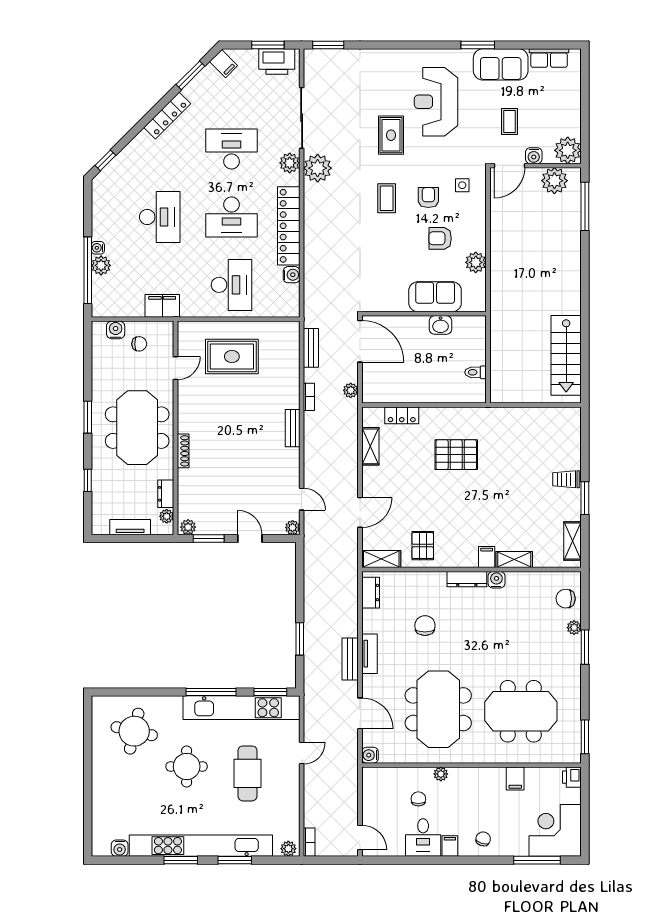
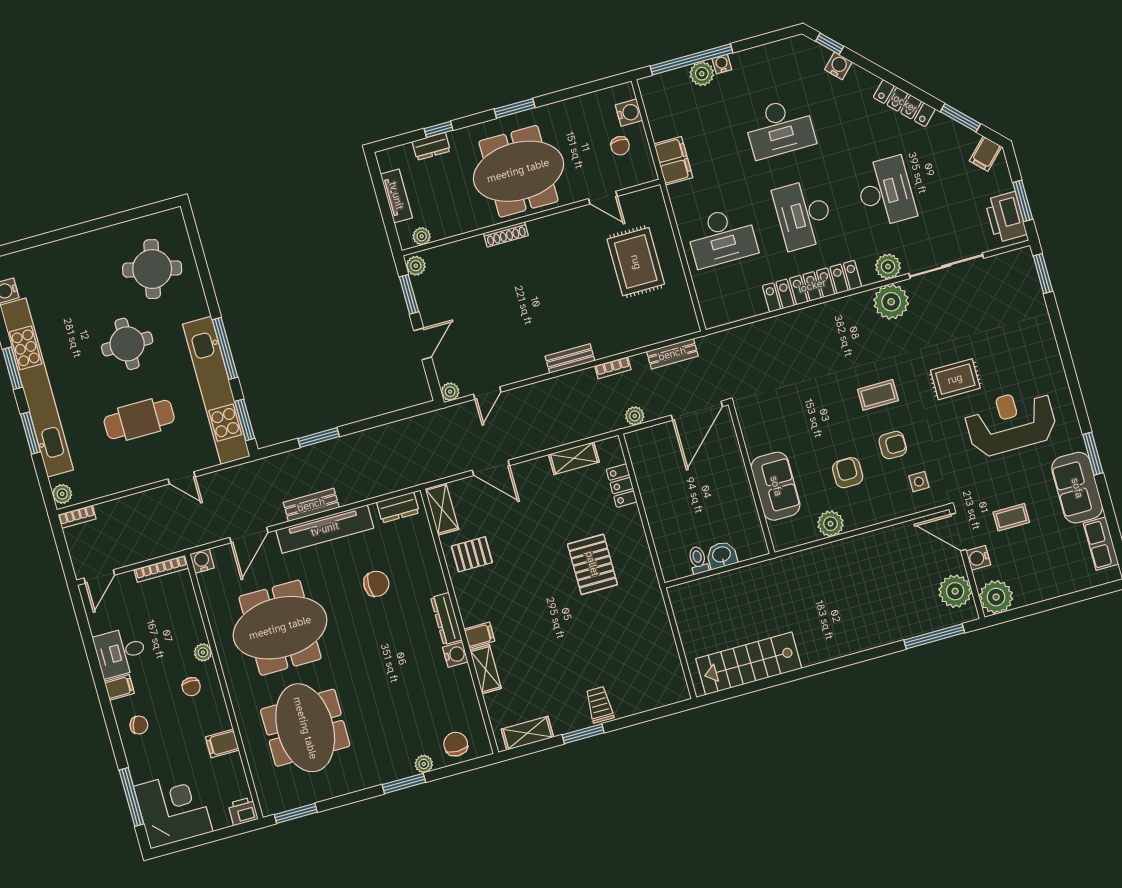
water cooler: (292, 275) -> (838, 66), moved, turned -135
washbasin: (441, 325) -> (722, 555), moved, turned 90
dresser: (166, 494) -> (431, 146), moved, turned 180
tv unit: (369, 654) -> (325, 529), width x1.92, depth x1.29
bookcase: (367, 788) -> (161, 569), added
chair: (418, 799) -> (191, 687), moved, turned 90

